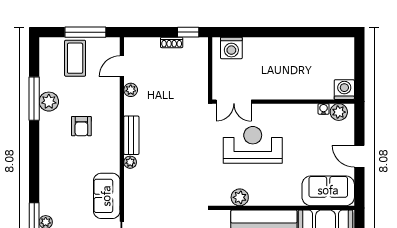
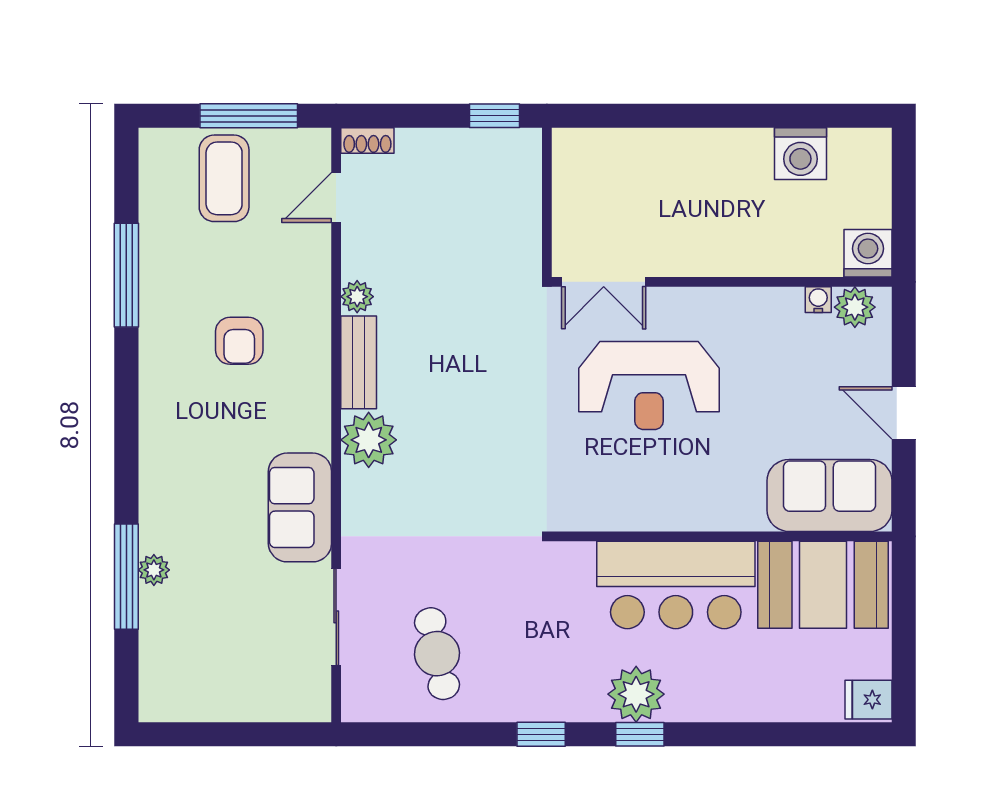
shoe rack: (172, 42) -> (367, 141), moved
washing machine: (231, 48) -> (800, 154), moved
plant: (131, 90) -> (357, 297), moved
plant: (49, 102) -> (161, 282), removed
reception desk: (253, 145) -> (649, 385), turned 180
plant: (130, 162) -> (369, 440), width x1.88, depth x1.88
plant: (240, 197) -> (618, 511), removed

